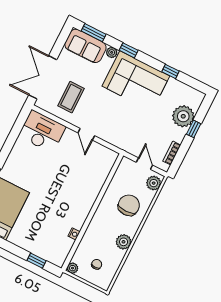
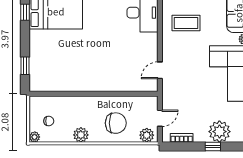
door: (86, 134) -> (160, 70), moved
nightstand: (74, 234) -> (66, 87), removed
plant: (73, 268) -> (35, 137), moved

